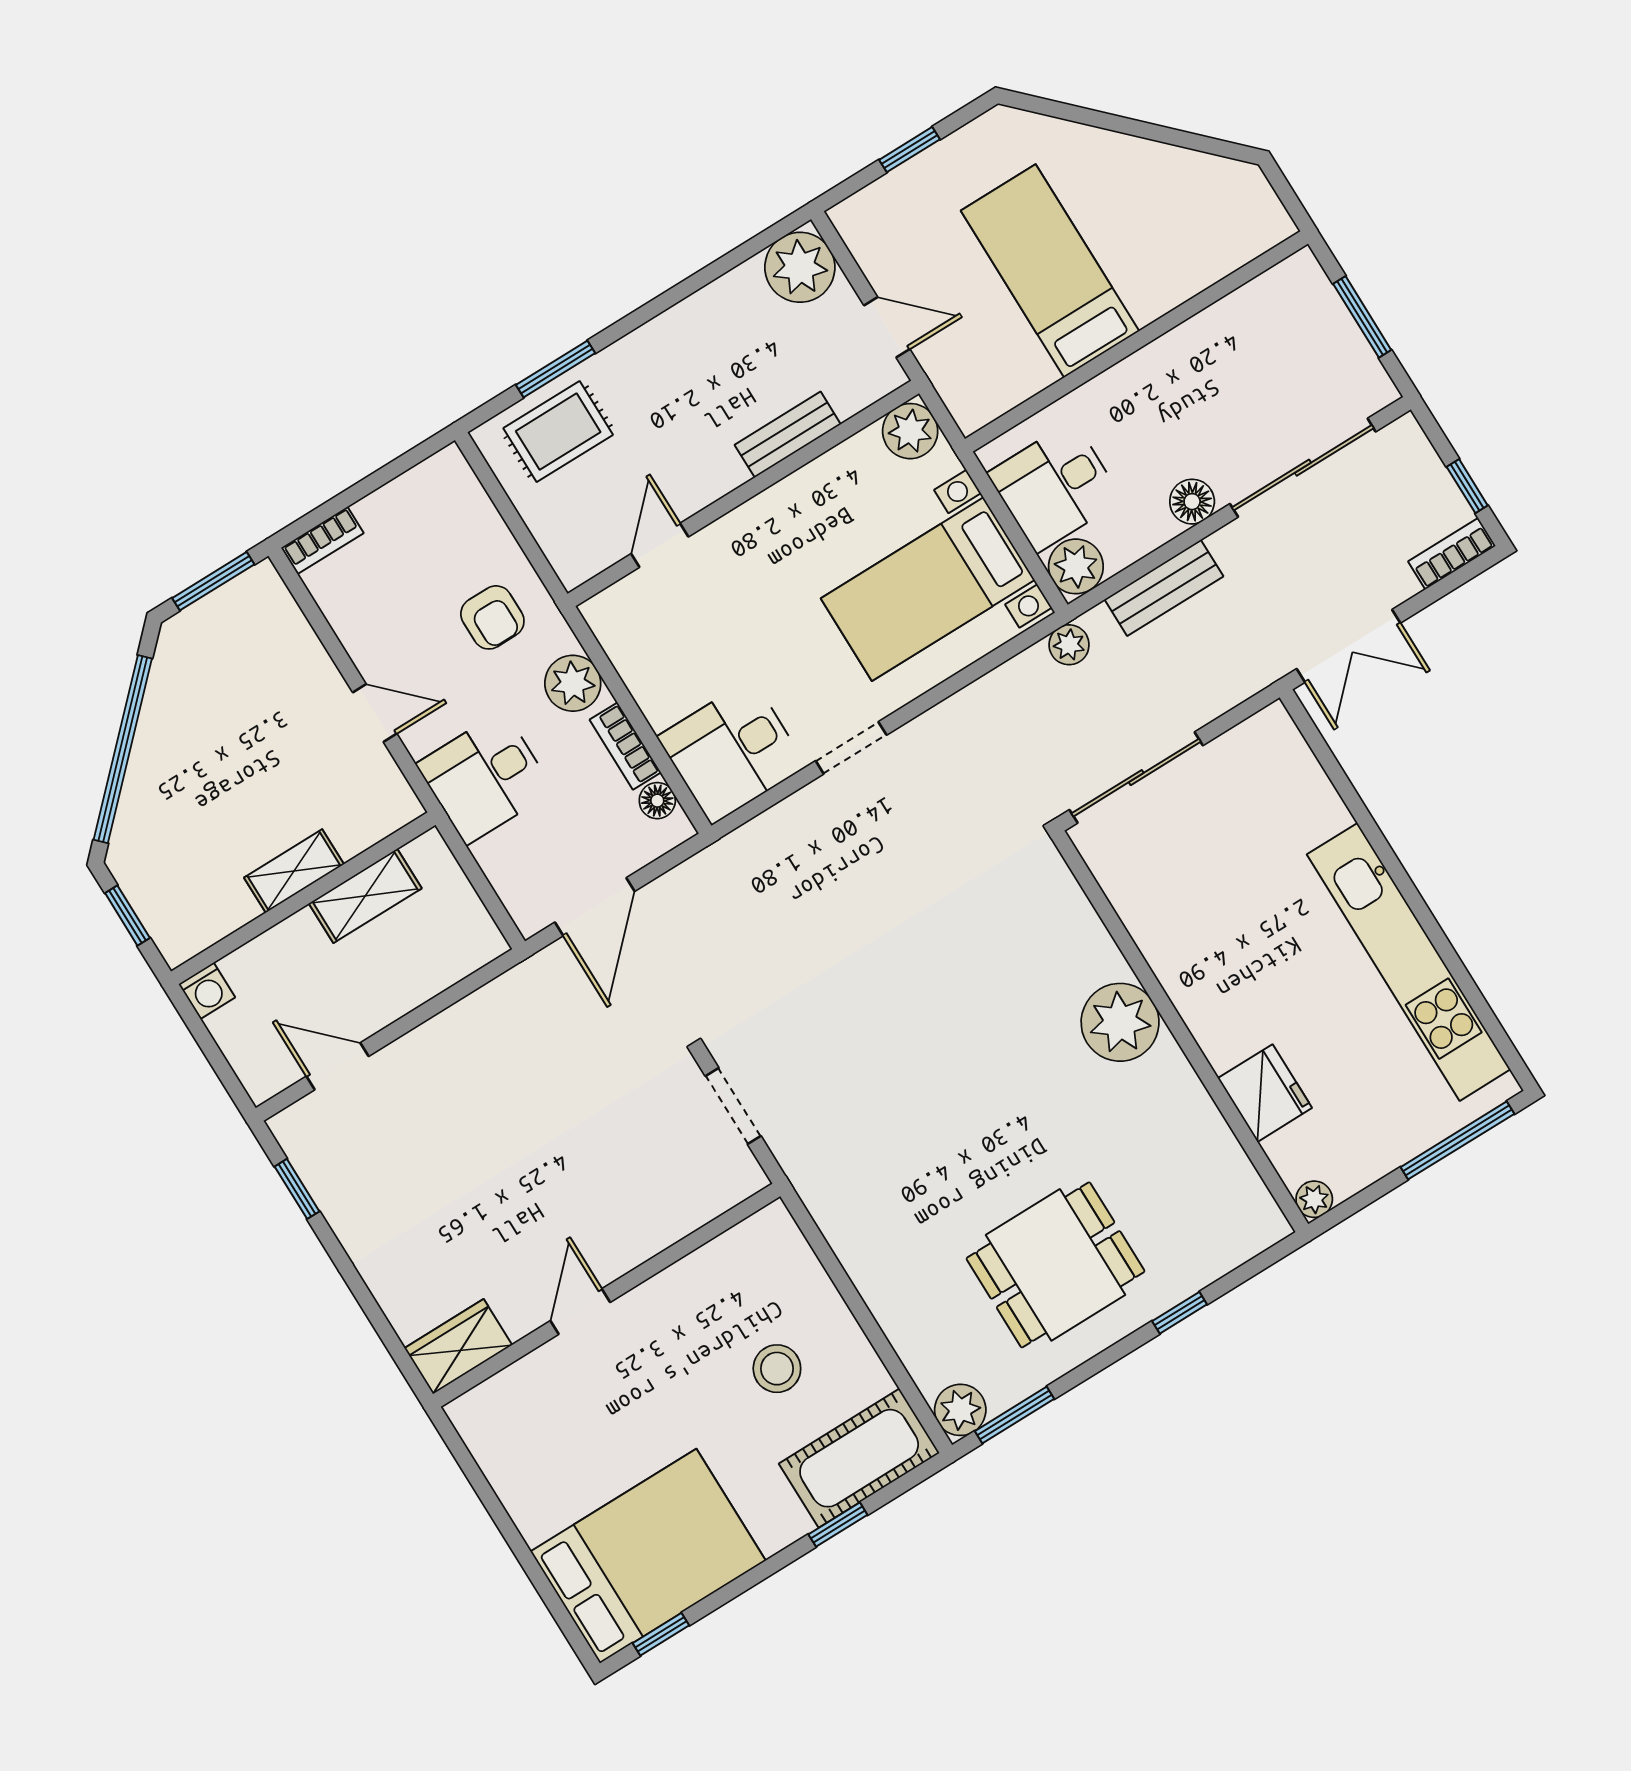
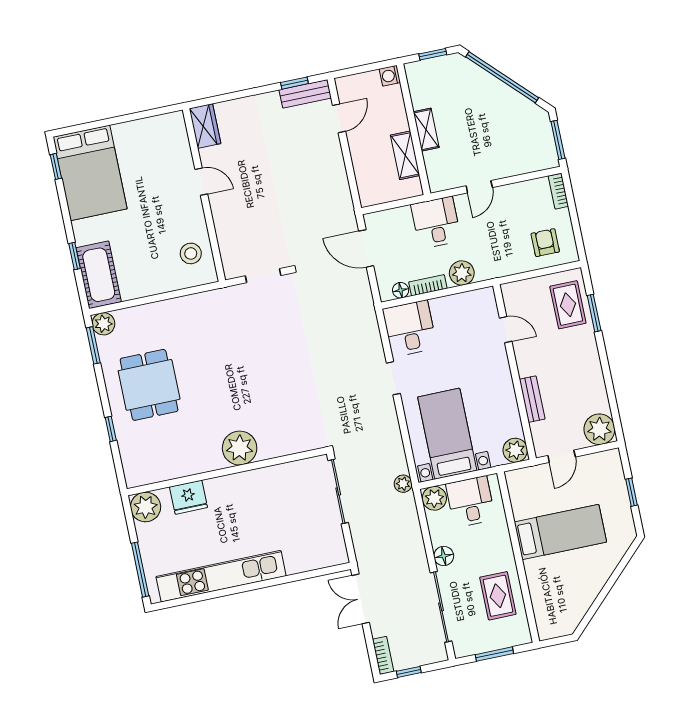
rug: (1235, 355) -> (498, 596), added
bench: (1164, 588) -> (305, 94), moved, turned 90
armchair: (492, 617) -> (545, 243), moved, turned 90
plant: (1314, 1199) -> (146, 507), width x1.88, depth x1.88
stool: (777, 1369) -> (191, 253), moved

